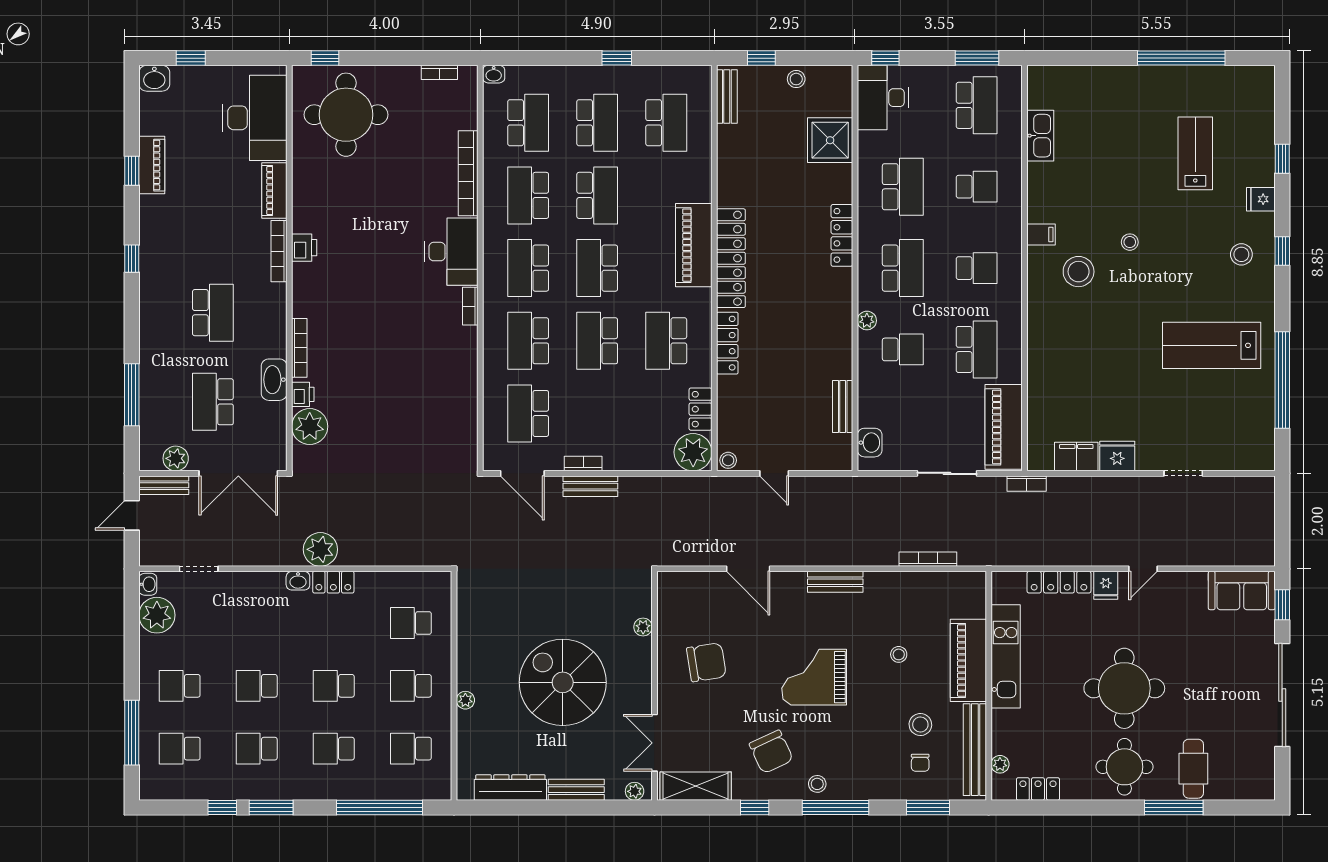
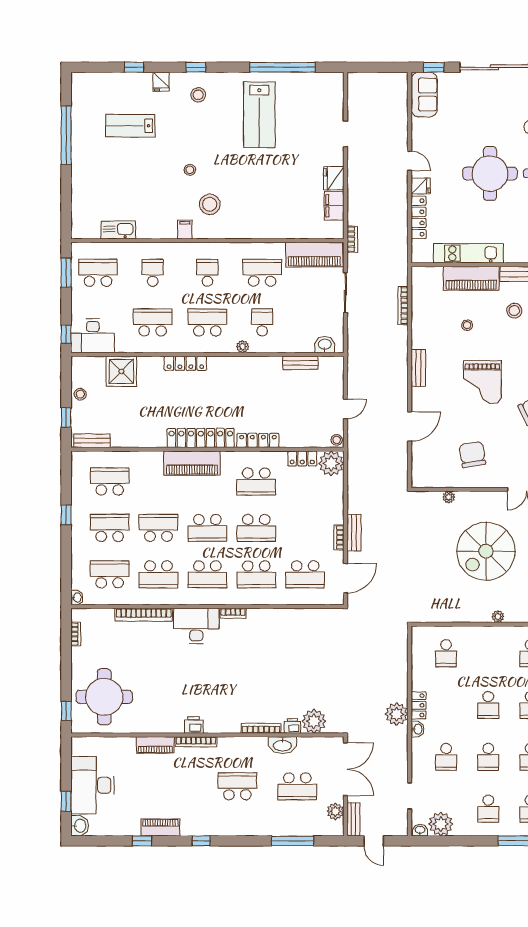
desk: (255, 118) -> (93, 785), moved, turned -90
piano: (152, 165) -> (160, 827), moved
school desk: (411, 686) -> (446, 757), moved

